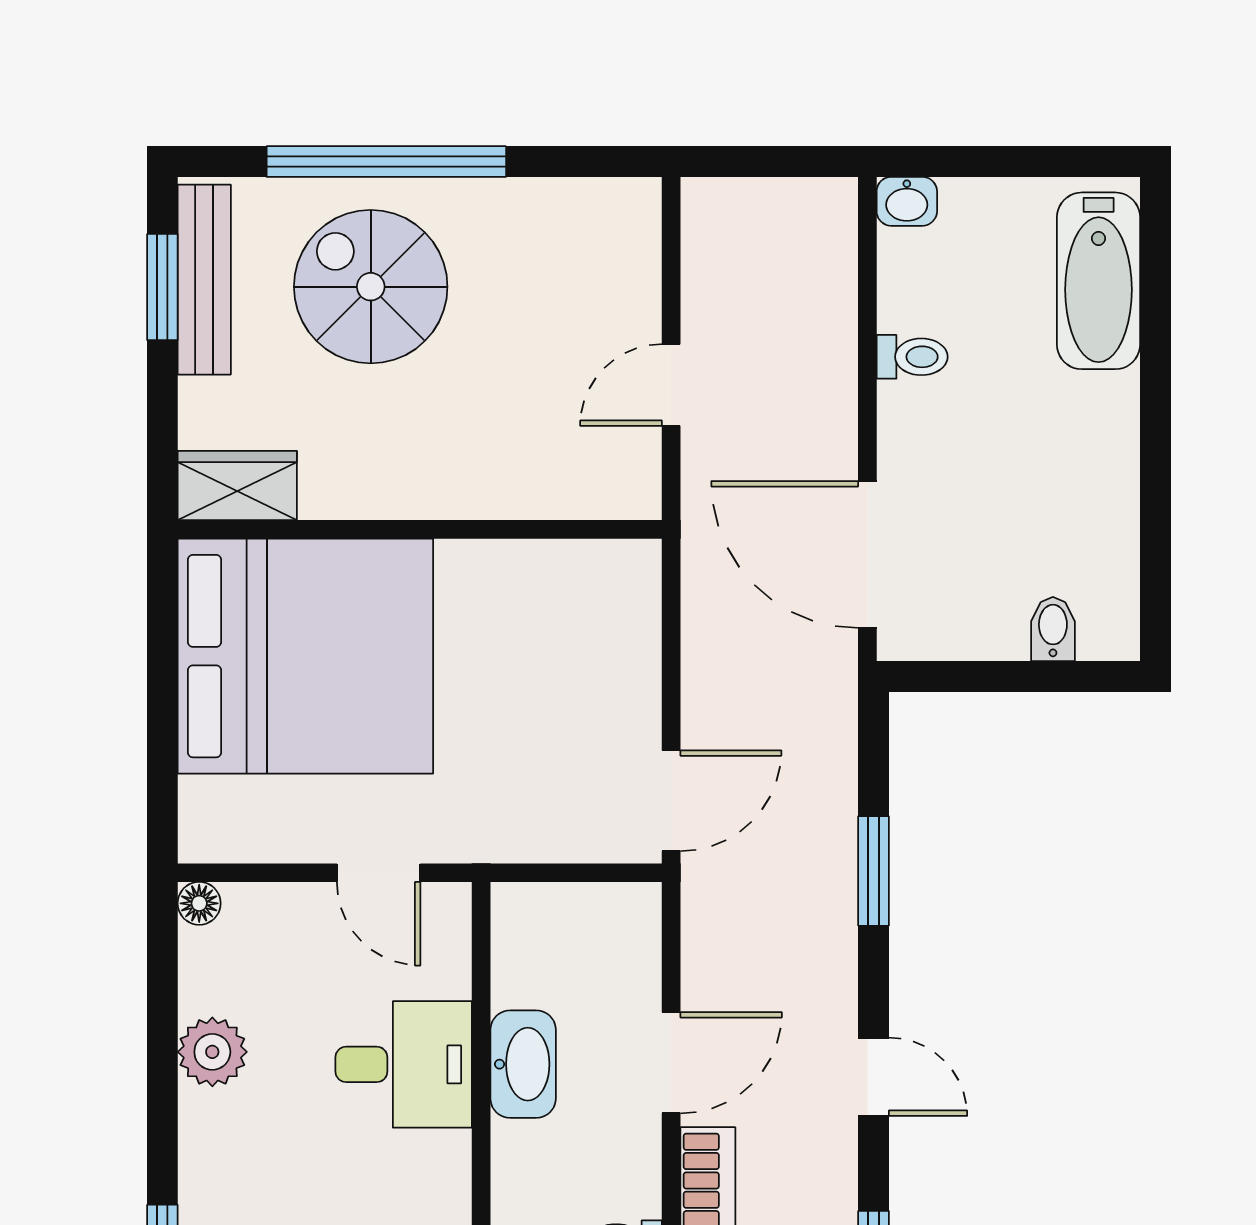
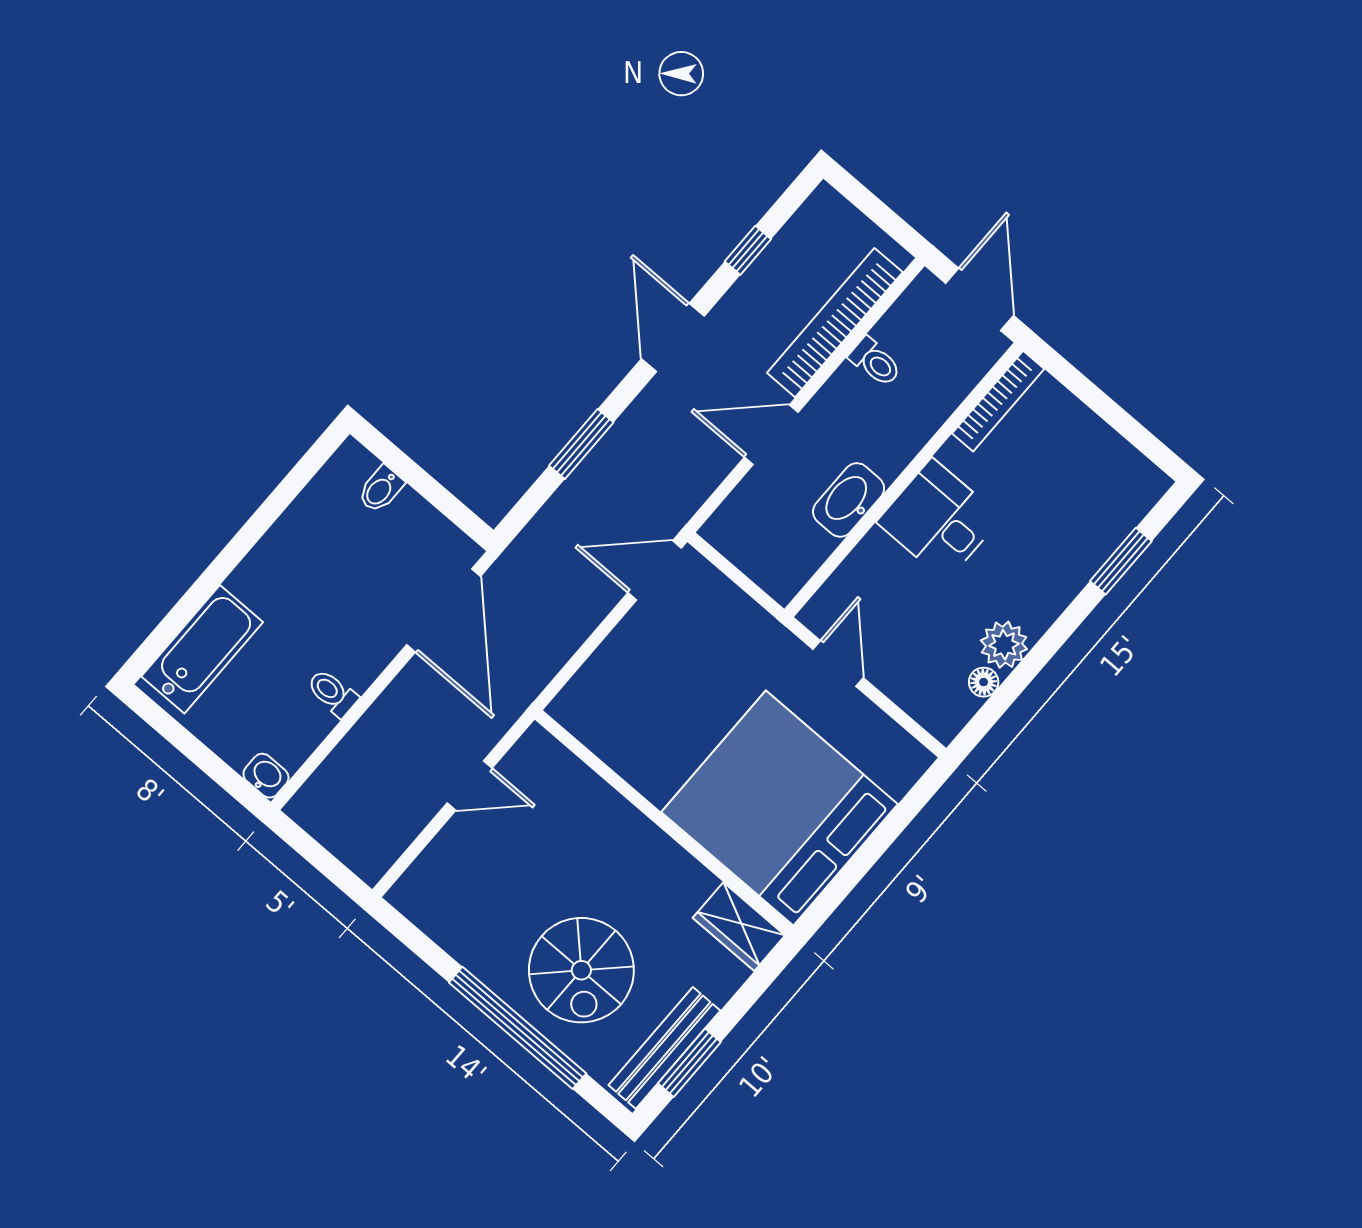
floor lamp: (199, 903) -> (984, 682), moved
desk: (404, 1064) -> (939, 520), moved
door: (873, 1077) -> (673, 338), width x1.38

